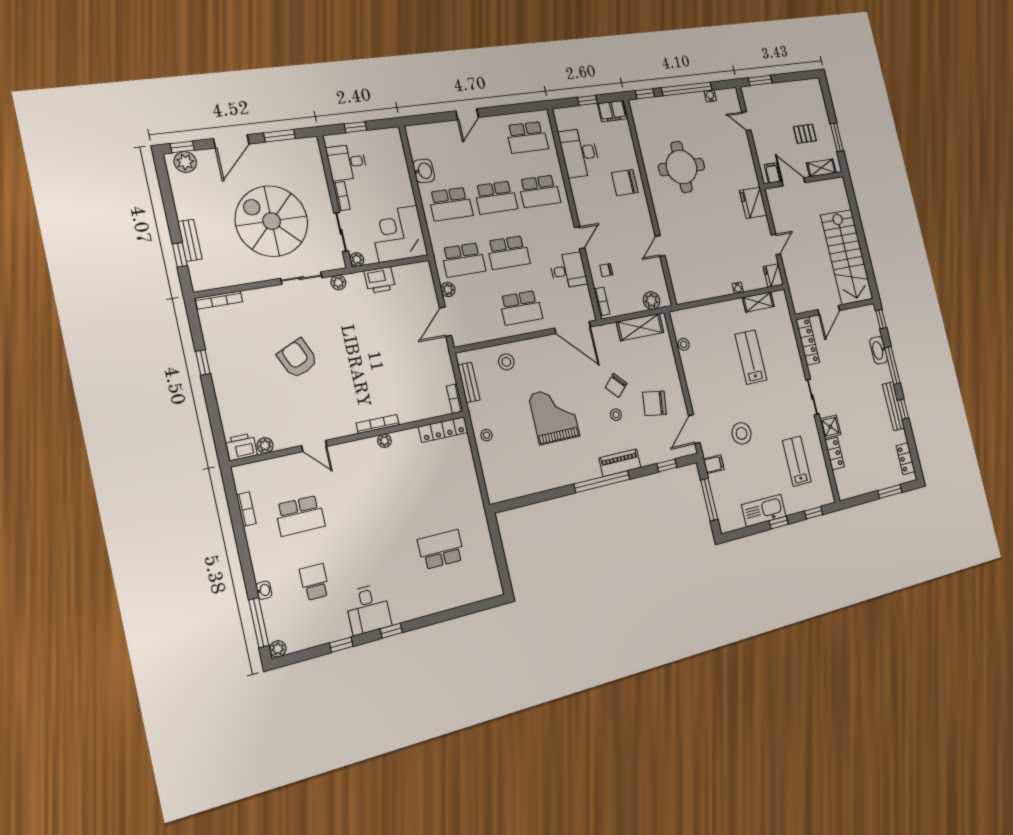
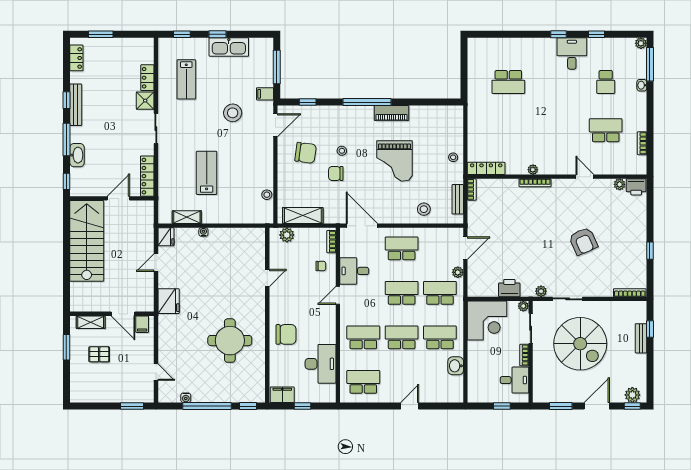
lab bench: (751, 357) -> (207, 173), turned 180
chair: (616, 385) -> (336, 173), turned -136
piano: (620, 463) -> (392, 113), moved

